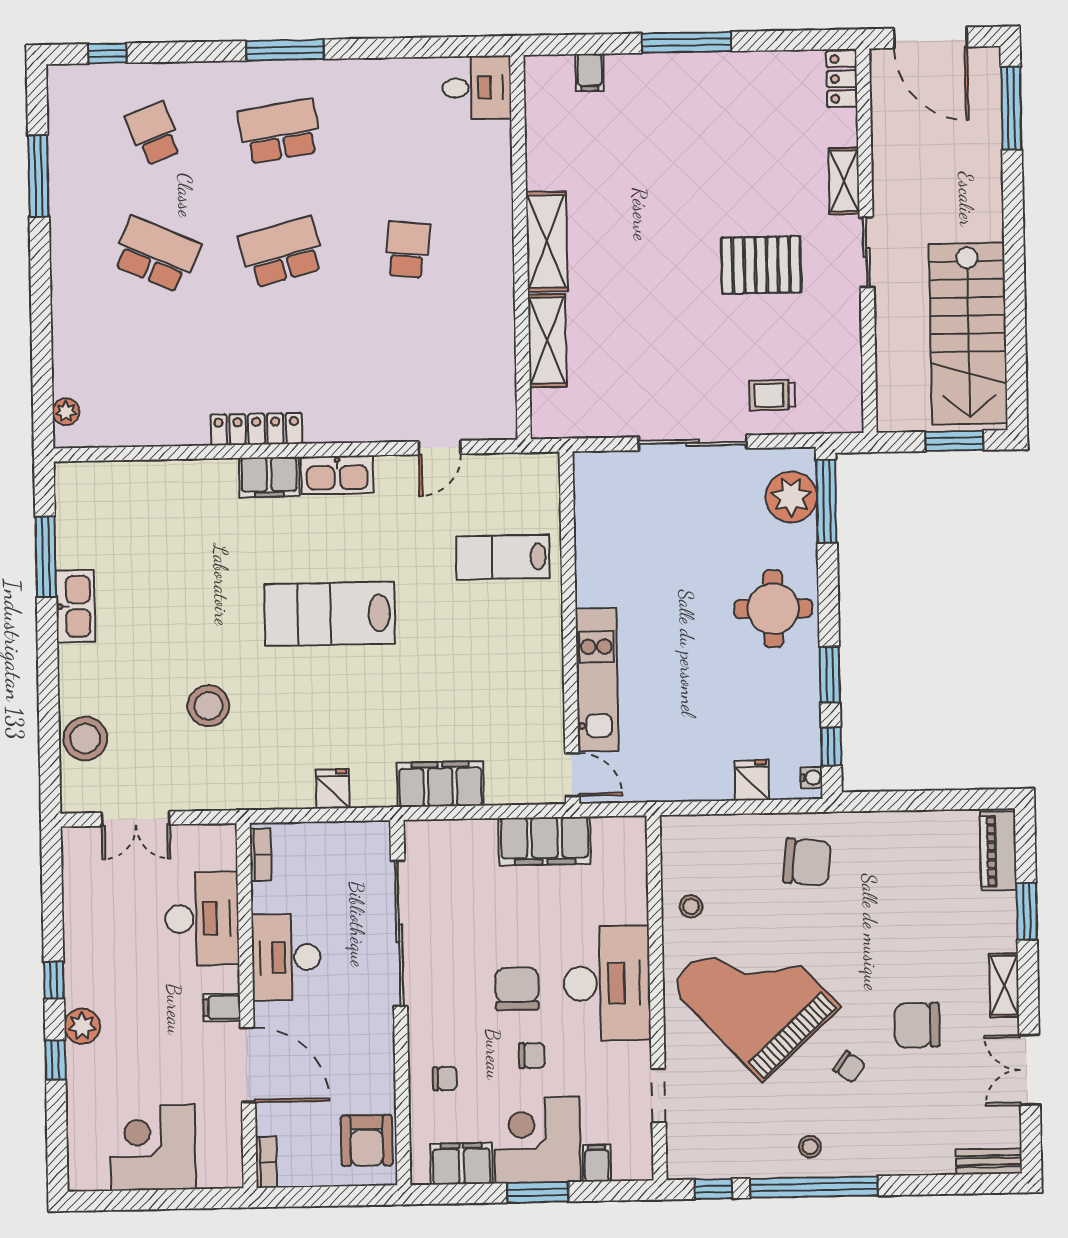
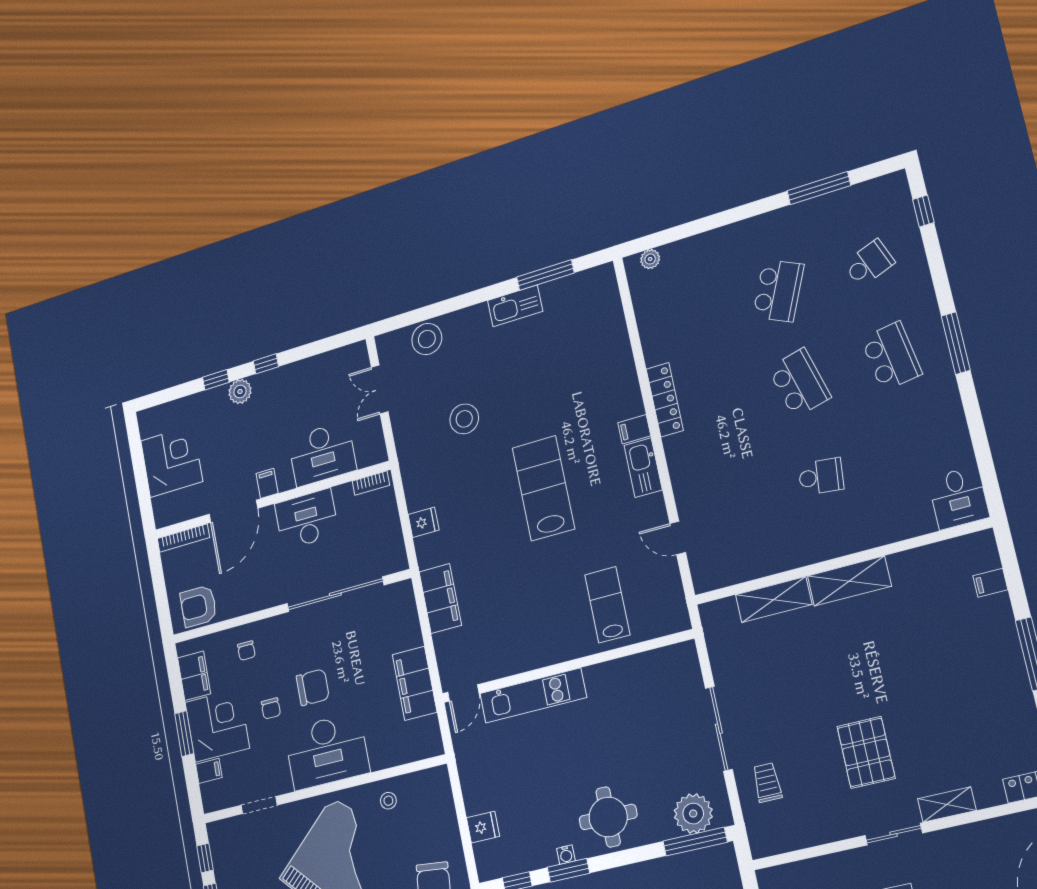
filing cabinet: (269, 477) -> (634, 429), width x0.50
water cooler: (811, 778) -> (566, 855), moved
bookcase: (266, 1162) -> (183, 538), width x1.56

